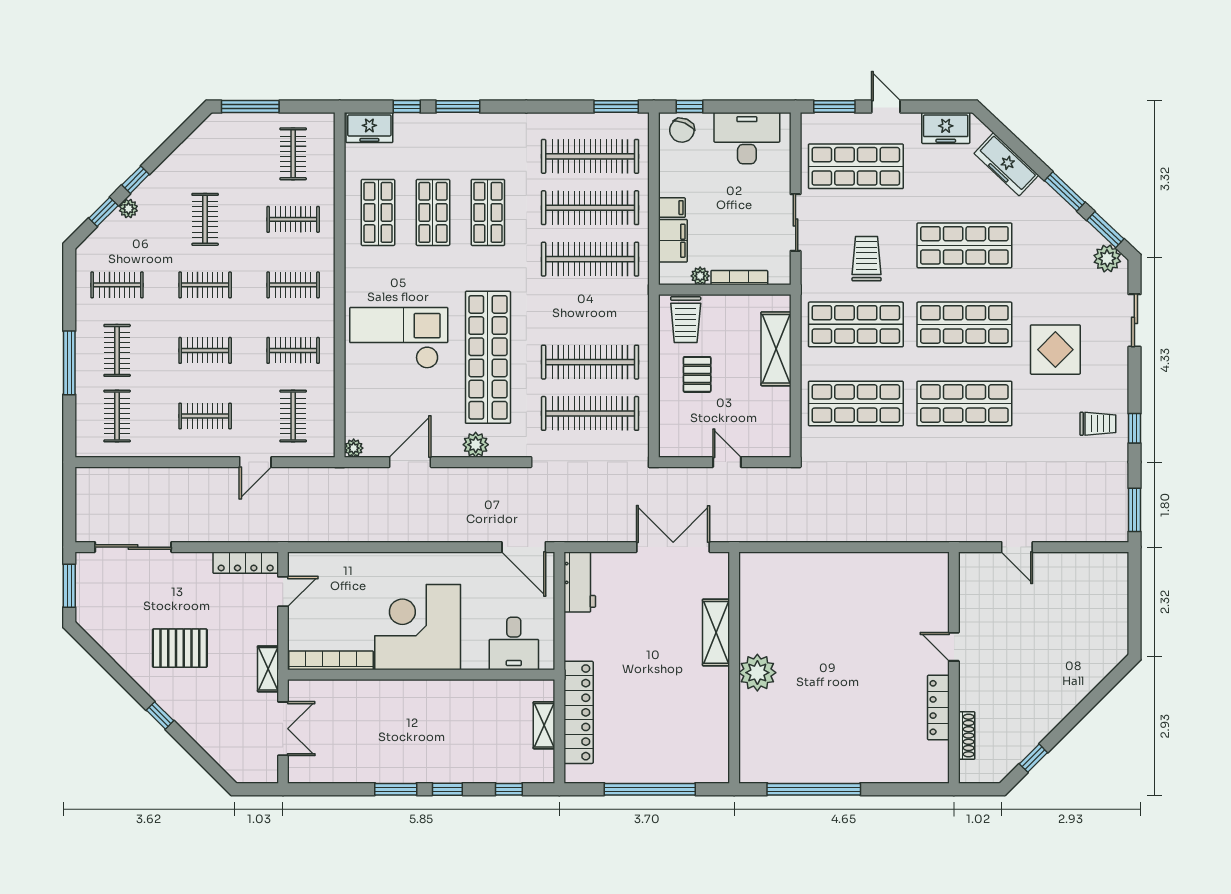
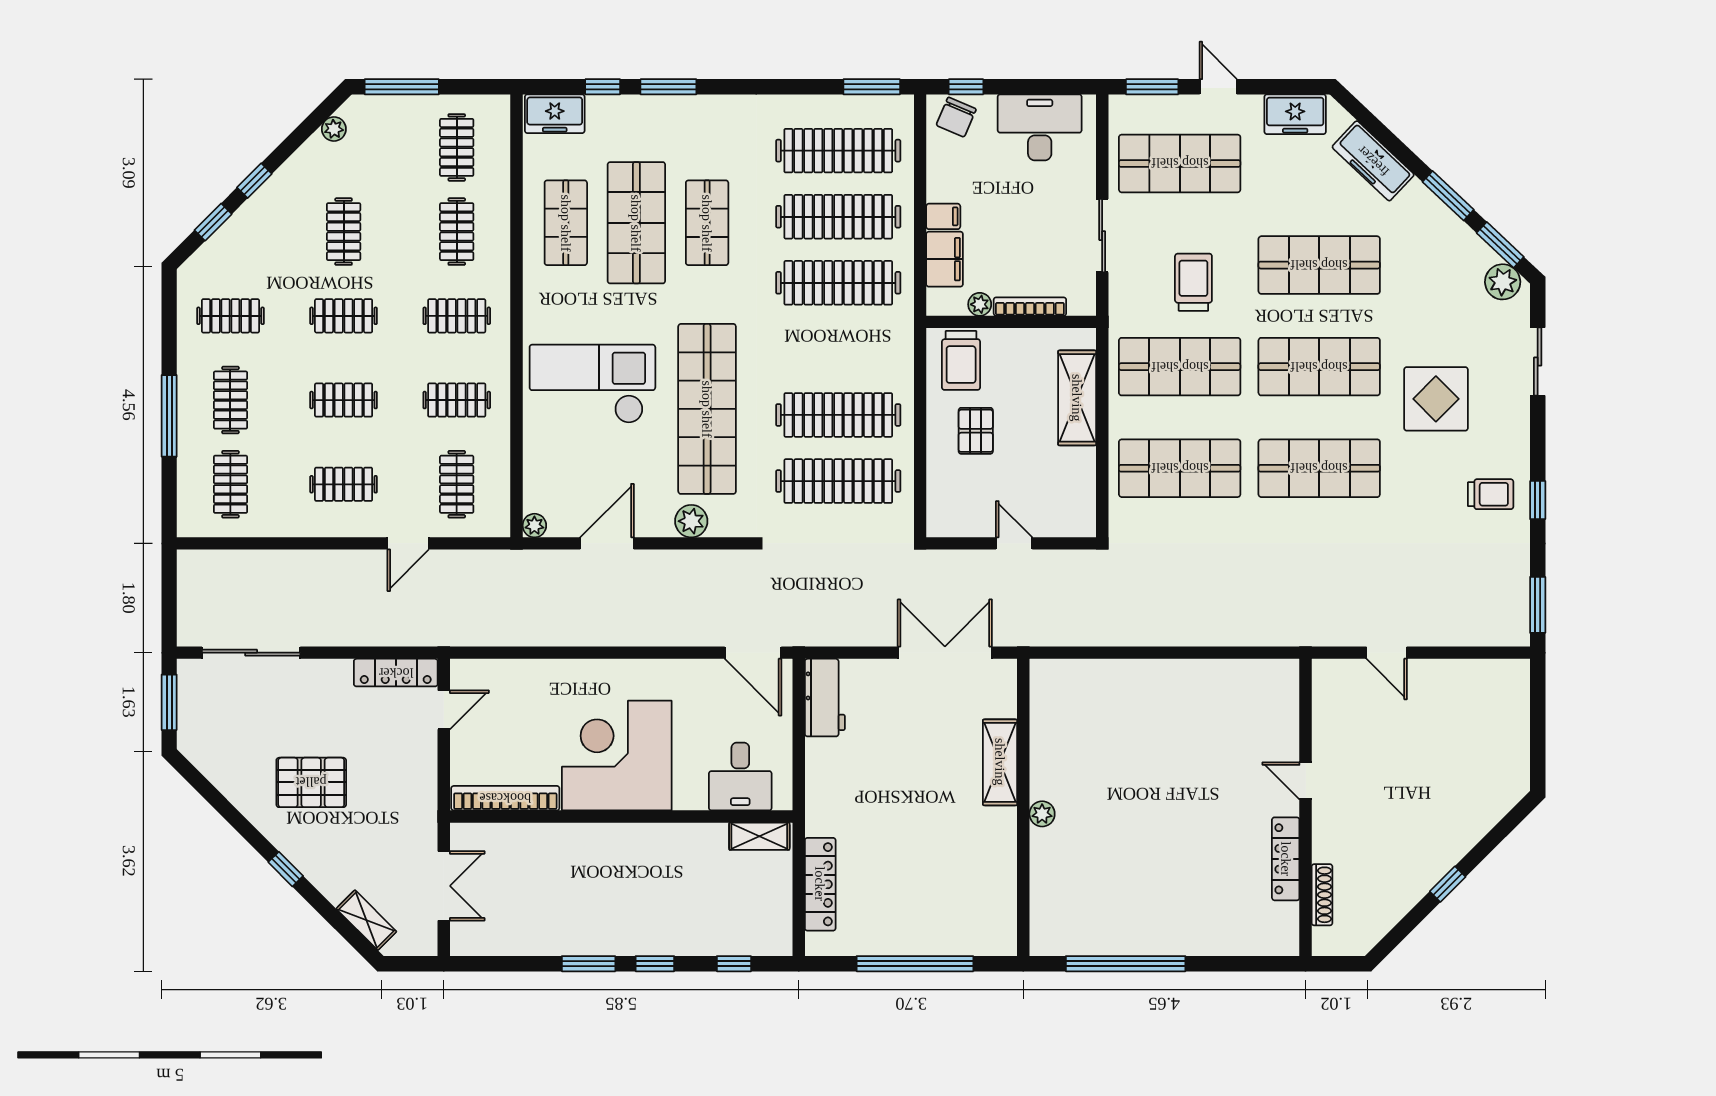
plant: (128, 209) -> (334, 129), moved
shop shelf: (433, 212) -> (636, 223), width x1.43, depth x1.36
clothes rail: (293, 219) -> (457, 232), turned 90
shelving: (268, 669) -> (366, 920), moved, turned -45
plant: (757, 673) -> (1042, 814), width x0.53, depth x0.53
locker: (579, 712) -> (820, 884), width x0.71, depth x0.83
shelving: (544, 725) -> (759, 836), moved, turned 90
window: (1033, 758) -> (1448, 884), moved

